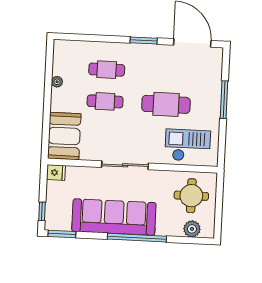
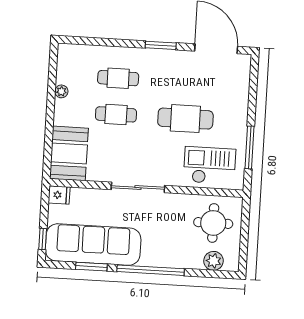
window: (224, 100) -> (250, 147), moved
sofa: (114, 217) -> (93, 245), moved
window: (62, 234) -> (91, 267), moved

